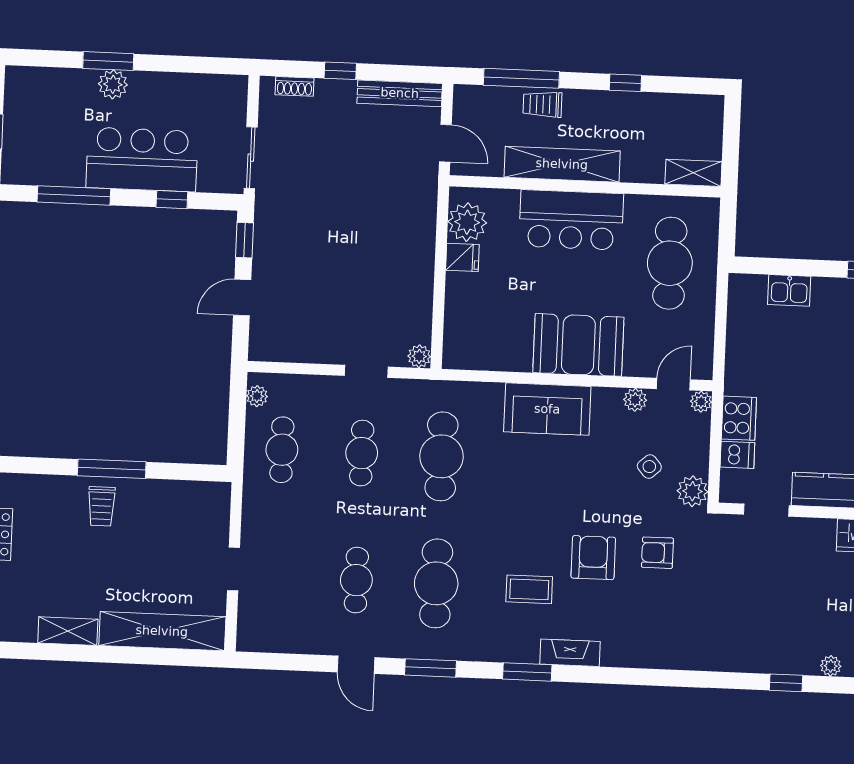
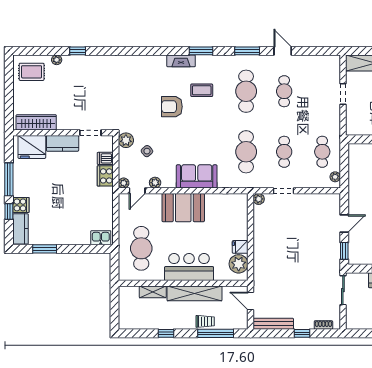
shelving: (693, 173) -> (153, 292), moved
kitchen sink: (789, 290) -> (101, 238), moved
armchair: (657, 553) -> (141, 110), removed
armchair: (593, 558) -> (172, 107), turned 90

